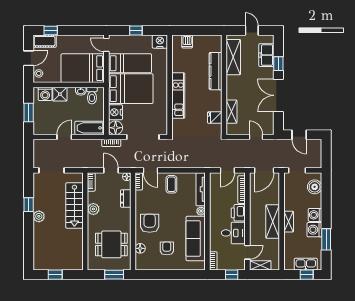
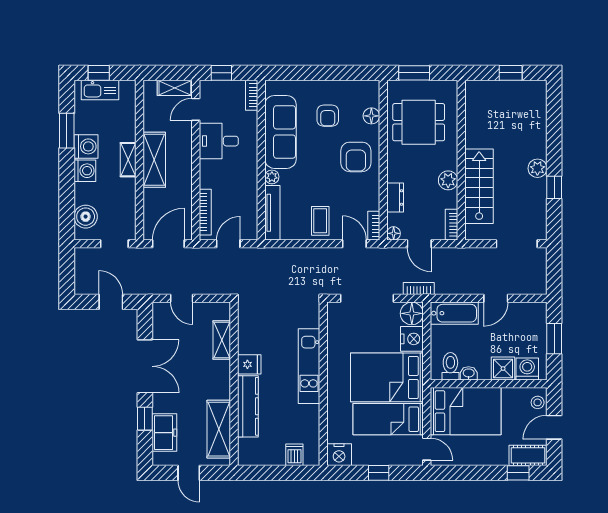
fridge: (215, 117) -> (249, 364), moved
printer: (238, 213) -> (211, 174), removed

